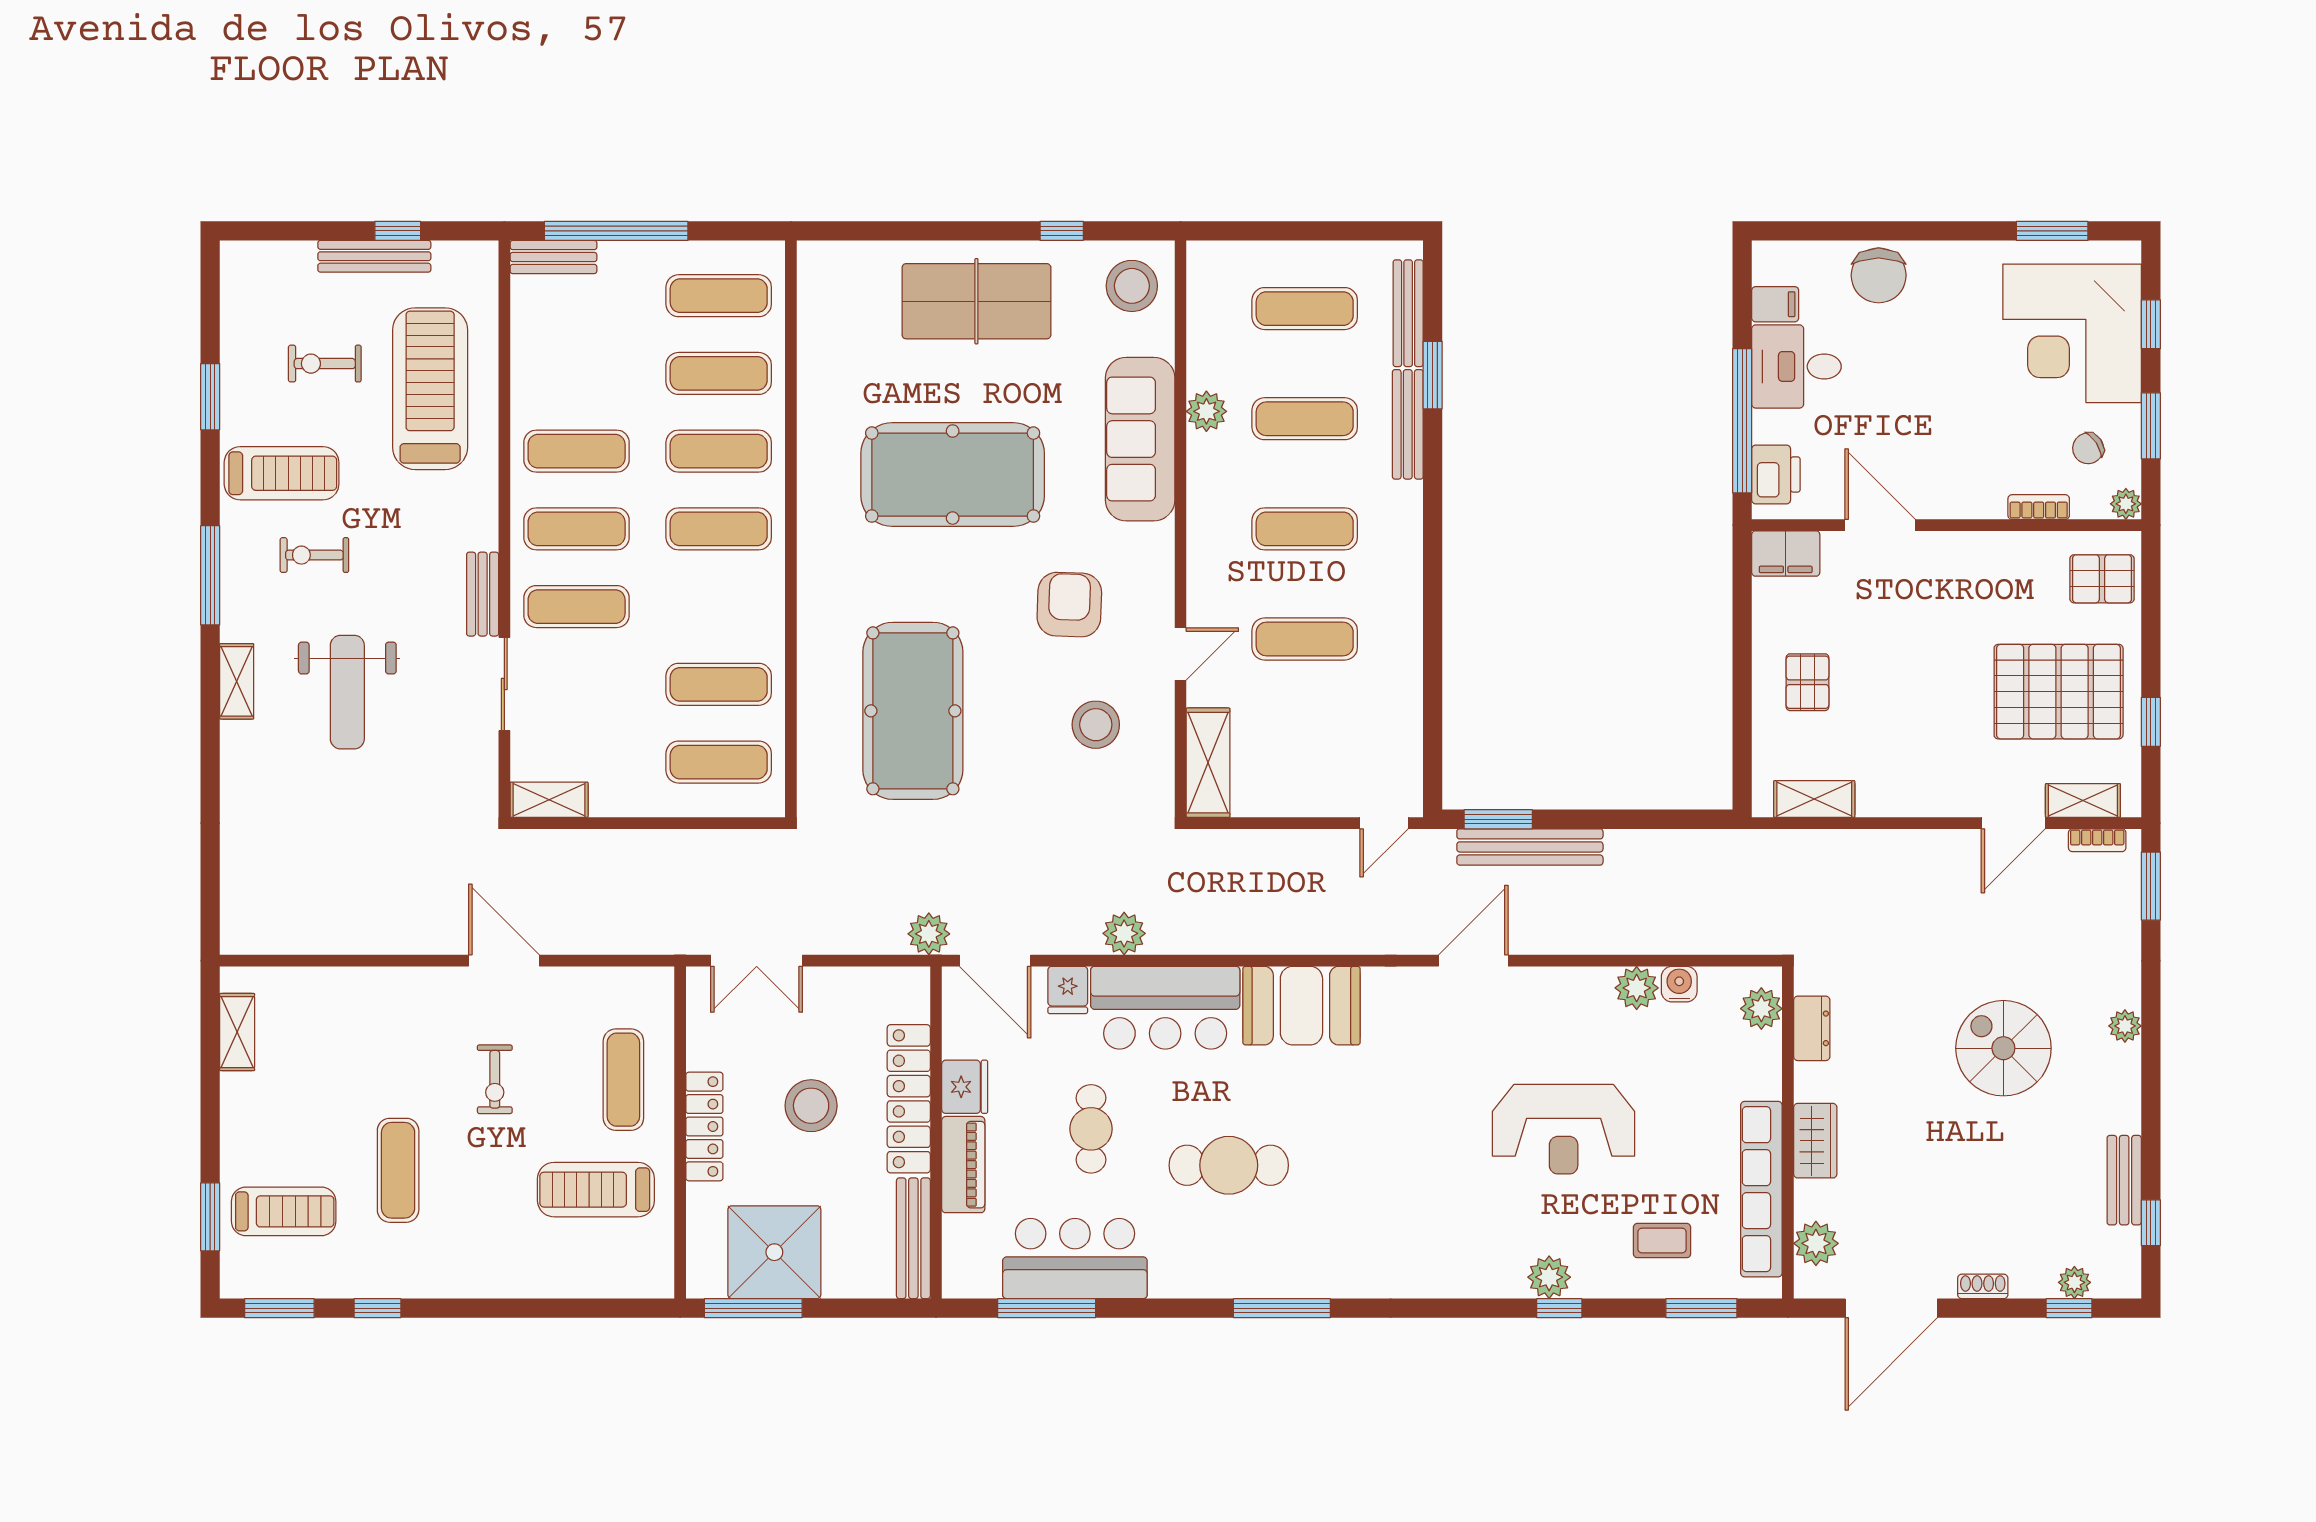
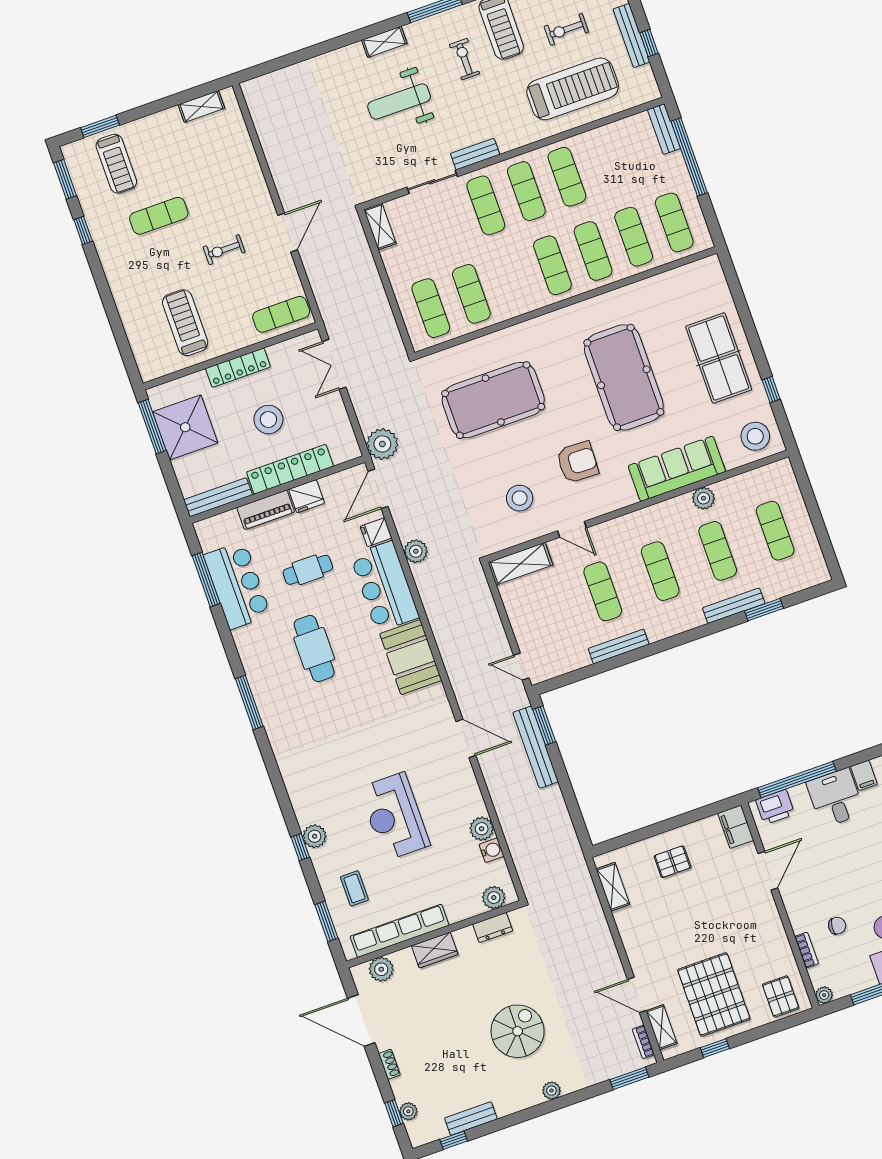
bench: (1408, 313) -> (619, 646), moved
exercise bike: (325, 364) -> (566, 29), turned -90
chair: (2088, 448) -> (837, 926), moved, turned 129
plant: (929, 934) -> (382, 444), width x1.36, depth x1.36
exercise mat: (623, 1080) -> (281, 314), moved

